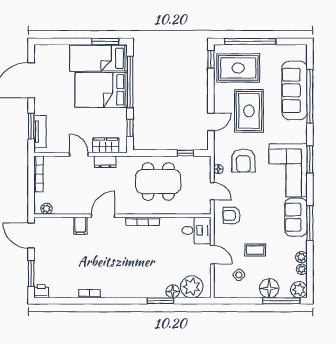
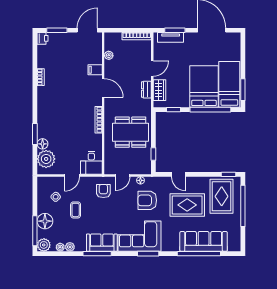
dining table: (158, 182) -> (131, 132), turned 90
plant: (47, 209) -> (109, 55), moved

